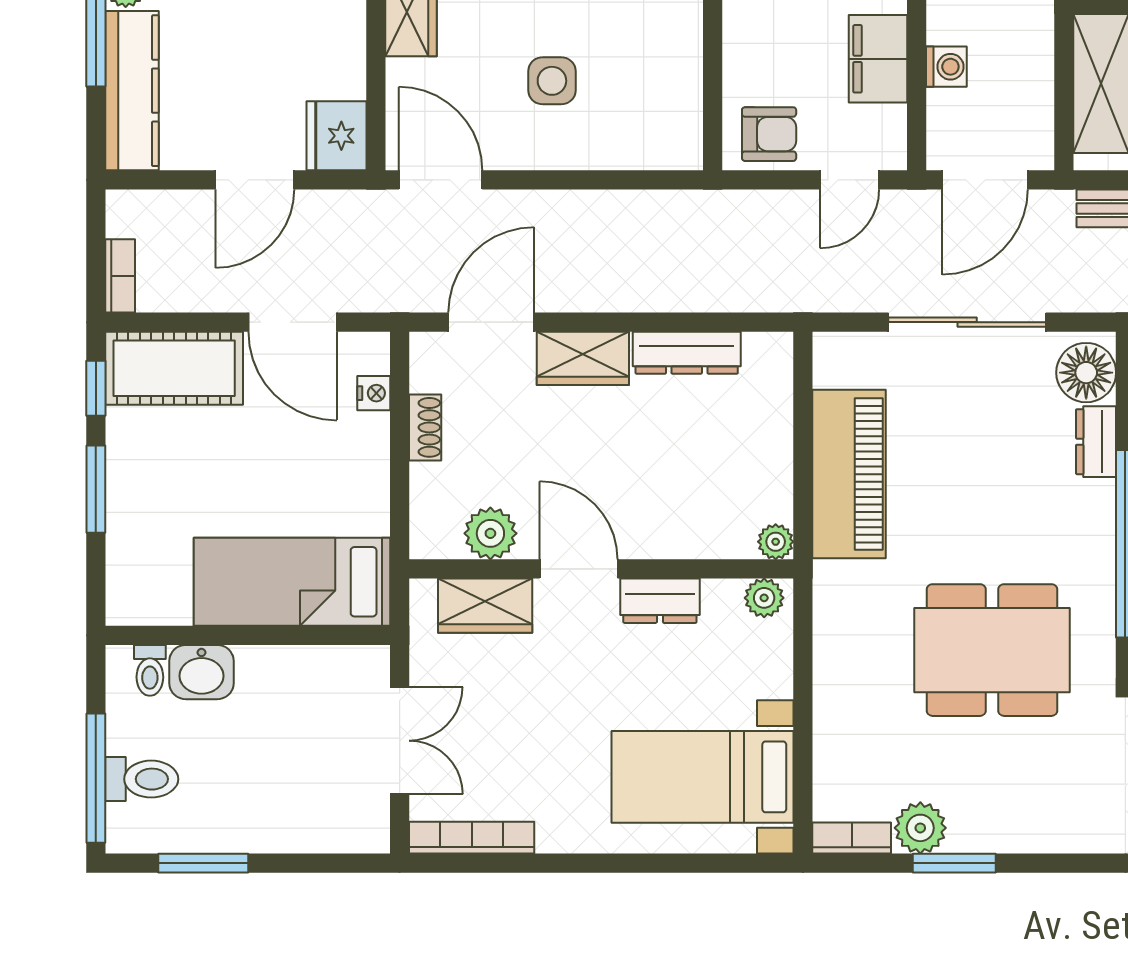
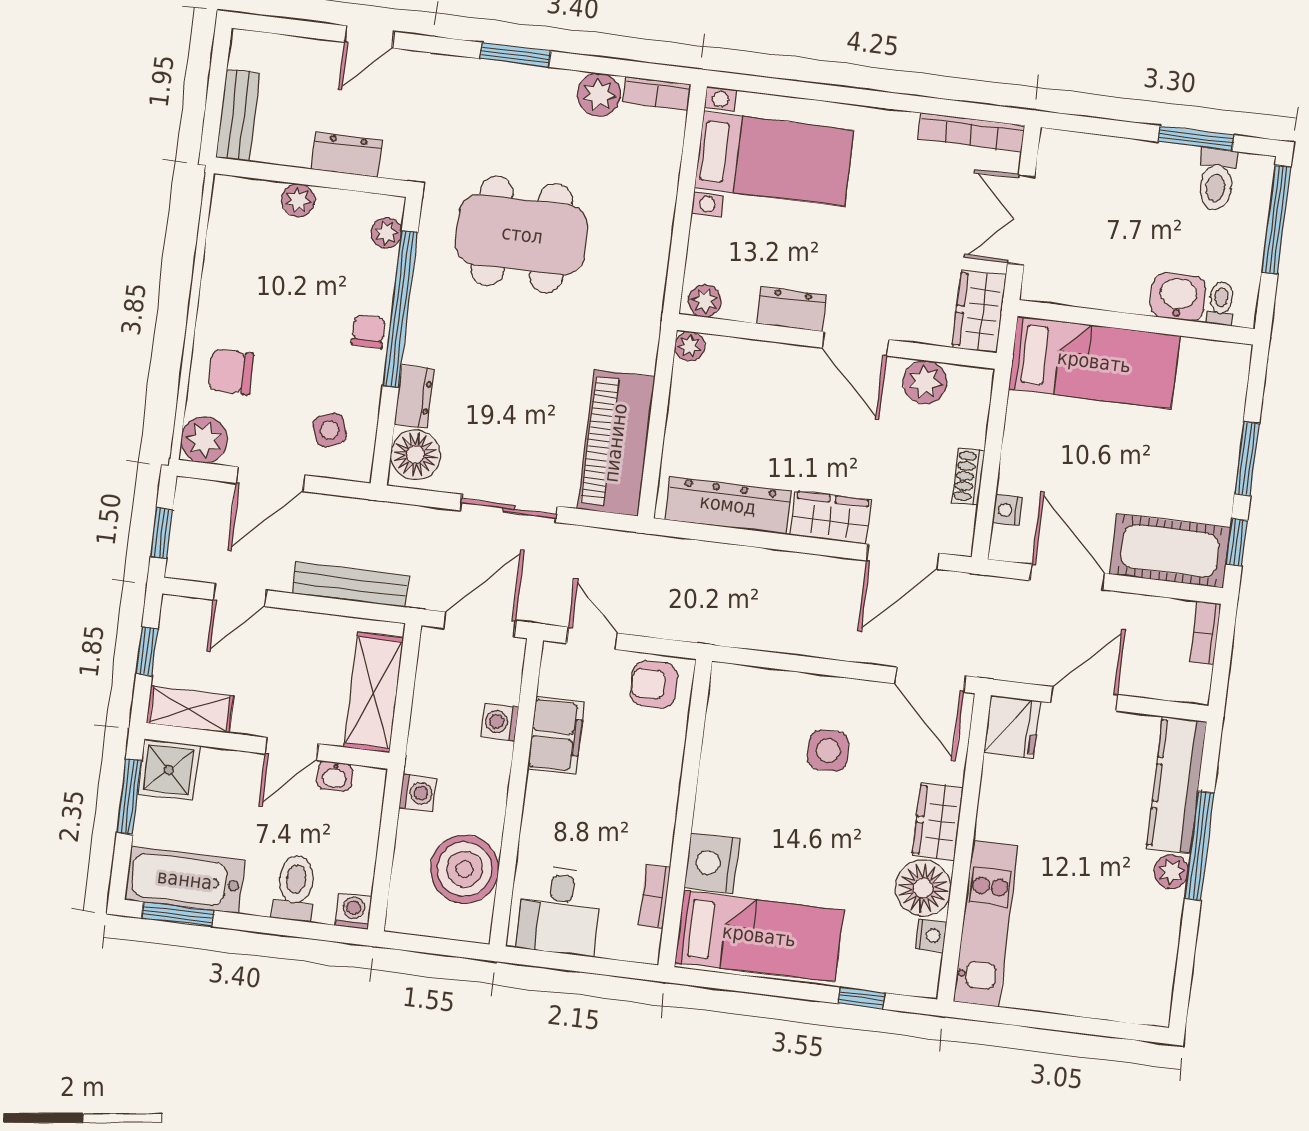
door: (849, 180) -> (592, 638), hinge flipped
sliding door: (967, 322) -> (509, 508), width x0.73
dresser: (687, 353) -> (728, 505), width x1.37, depth x1.24
piano: (849, 474) -> (616, 443), moved
wardrobe: (485, 606) -> (979, 311), moved, turned -90
toilet: (142, 779) -> (1217, 179), moved, turned -90
window: (954, 863) -> (515, 55), moved

